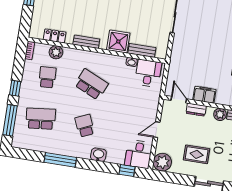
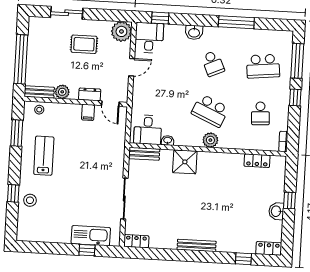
bench: (86, 42) -> (221, 158), removed
bench: (142, 50) -> (144, 154), moved
plant: (56, 52) -> (210, 140), moved
filing cabinet: (204, 95) -> (88, 112), width x0.50

